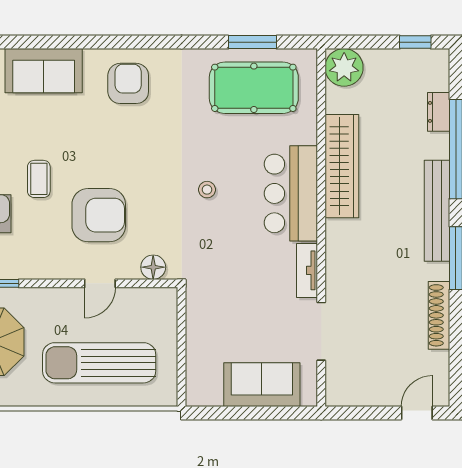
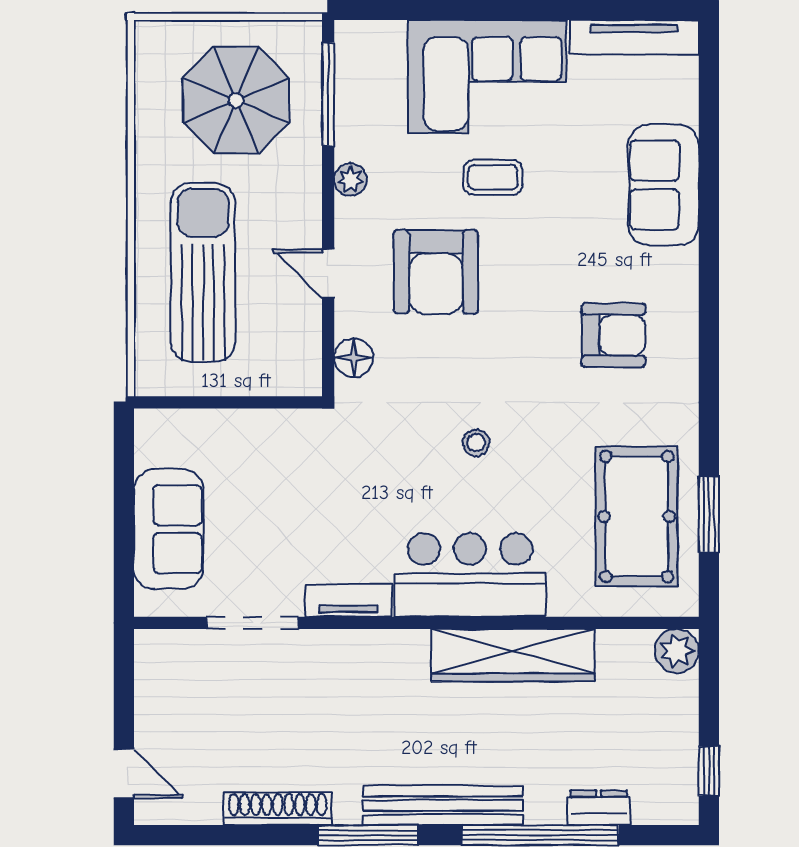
plant: (344, 67) -> (677, 651), width x0.73, depth x0.73
armchair: (128, 83) -> (613, 335), moved
plant: (40, 269) -> (350, 179), added

